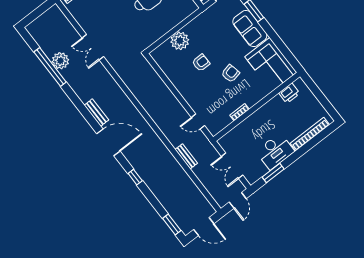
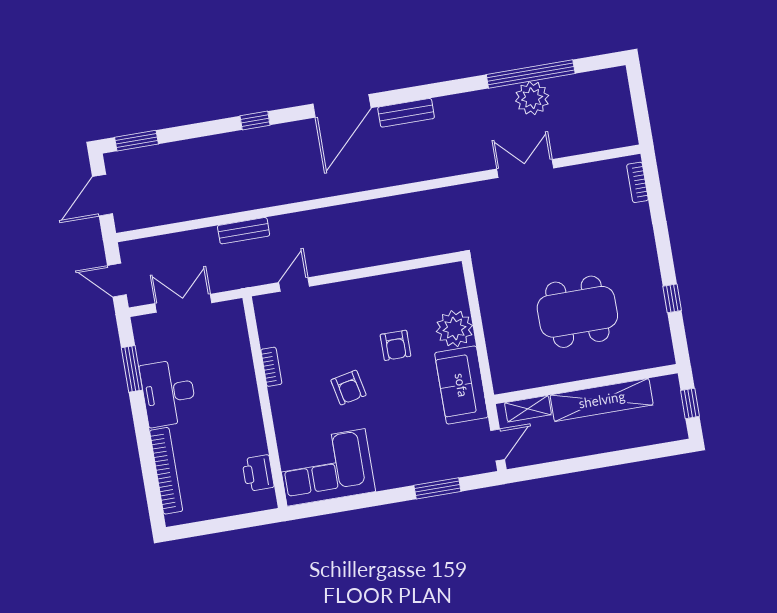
sofa: (250, 29) -> (461, 385), moved, turned -90

